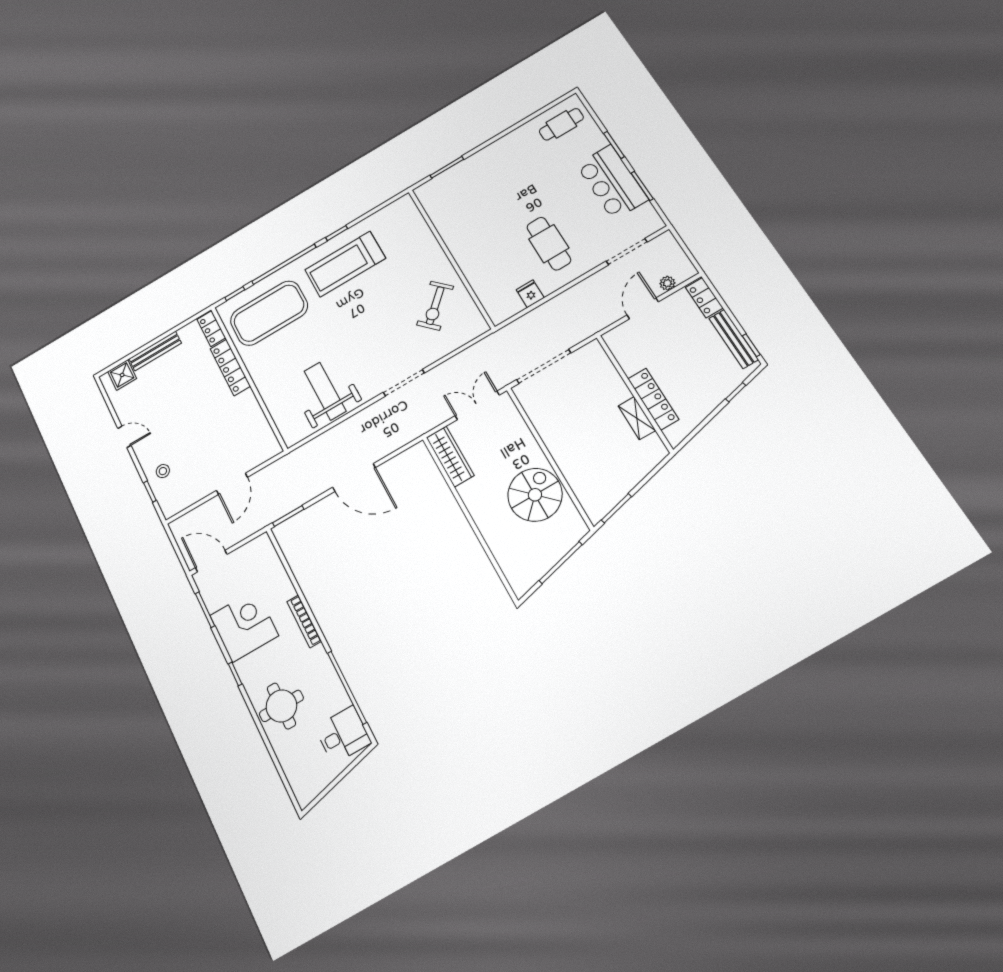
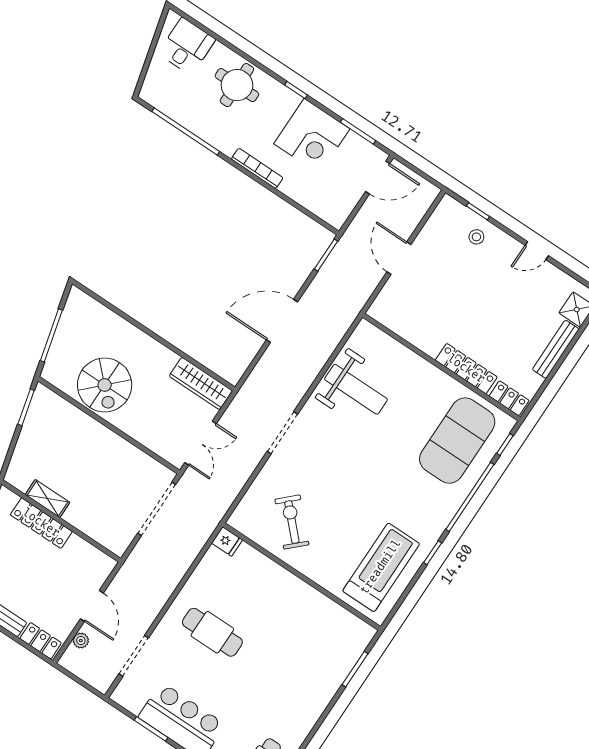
treadmill: (345, 264) -> (381, 567), moved
fridge: (530, 294) -> (227, 541), moved
desk: (343, 735) -> (187, 46), moved, turned 180

